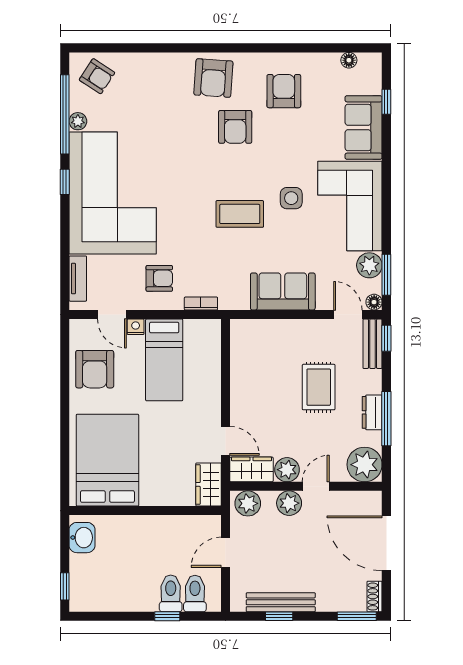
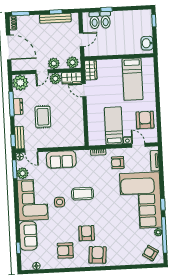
armchair: (284, 91) -> (65, 250), turned 90
bed: (107, 460) -> (132, 79), width x0.67

